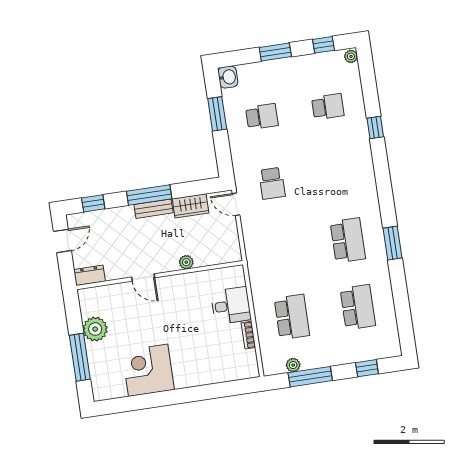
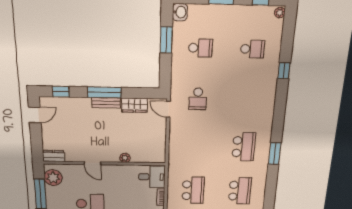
plant: (186, 262) -> (125, 158), moved
dresser: (90, 275) -> (54, 156), moved
wall: (160, 275) -> (105, 163), moved
door: (143, 277) -> (92, 163), moved

